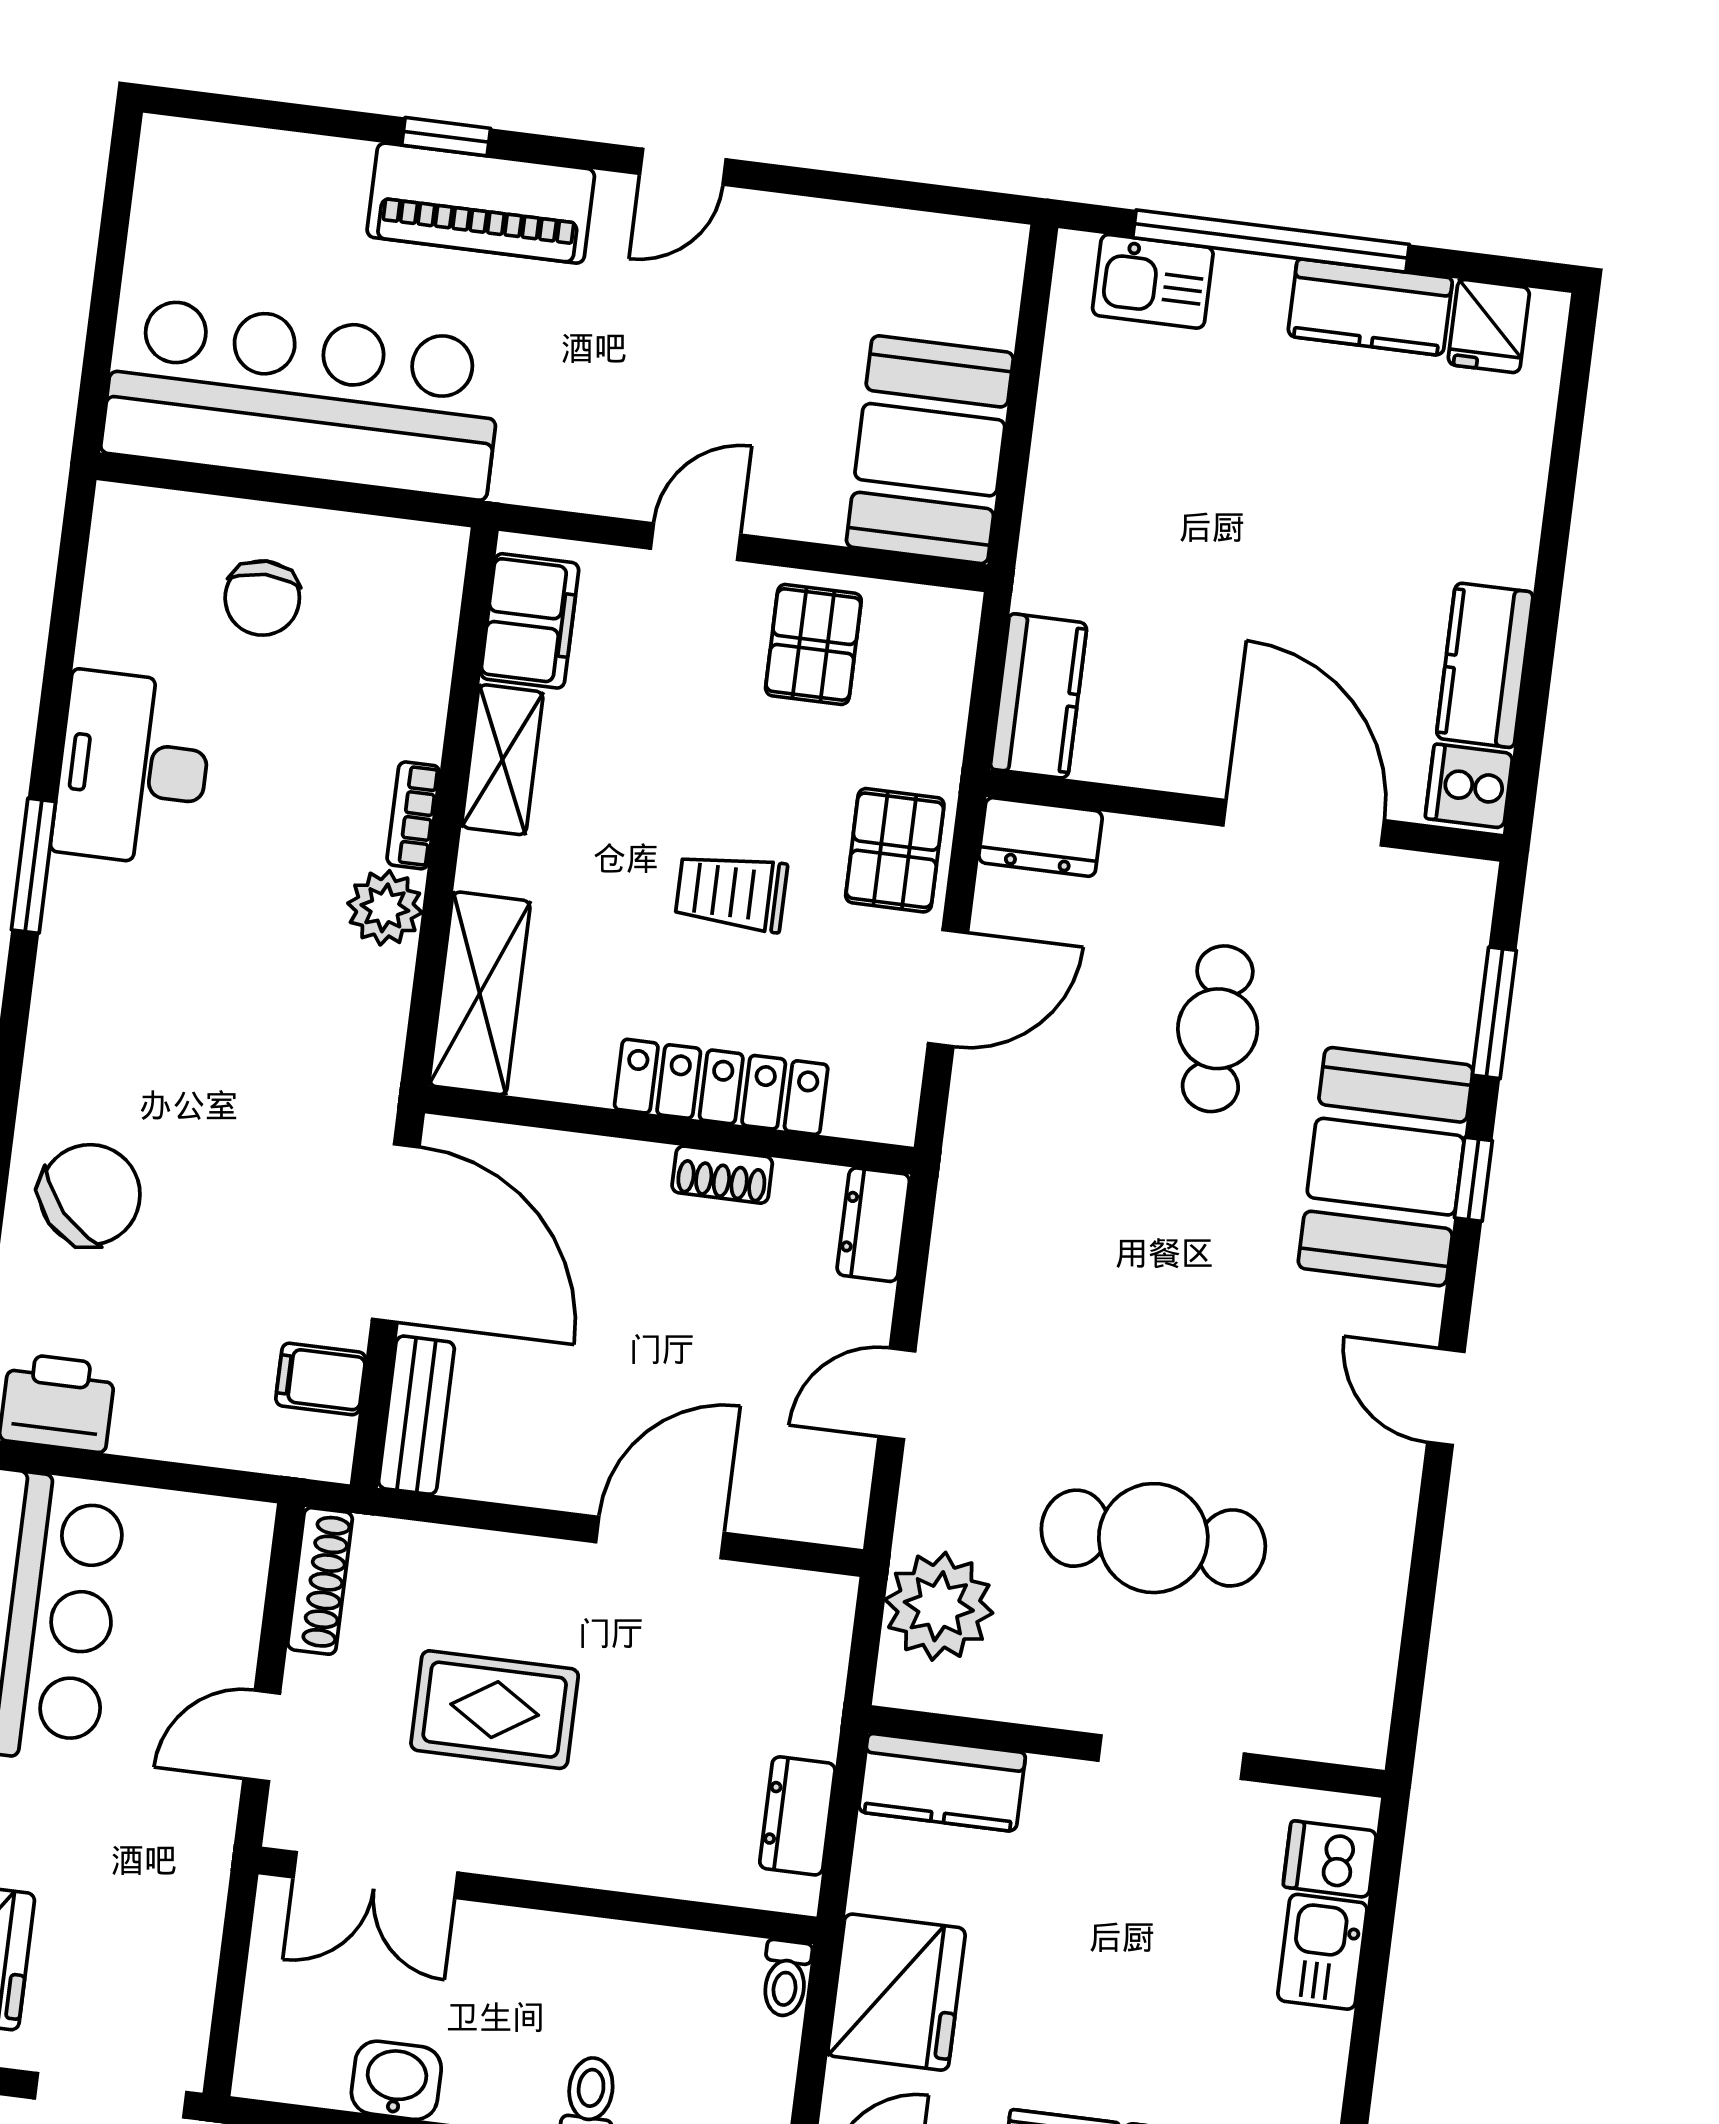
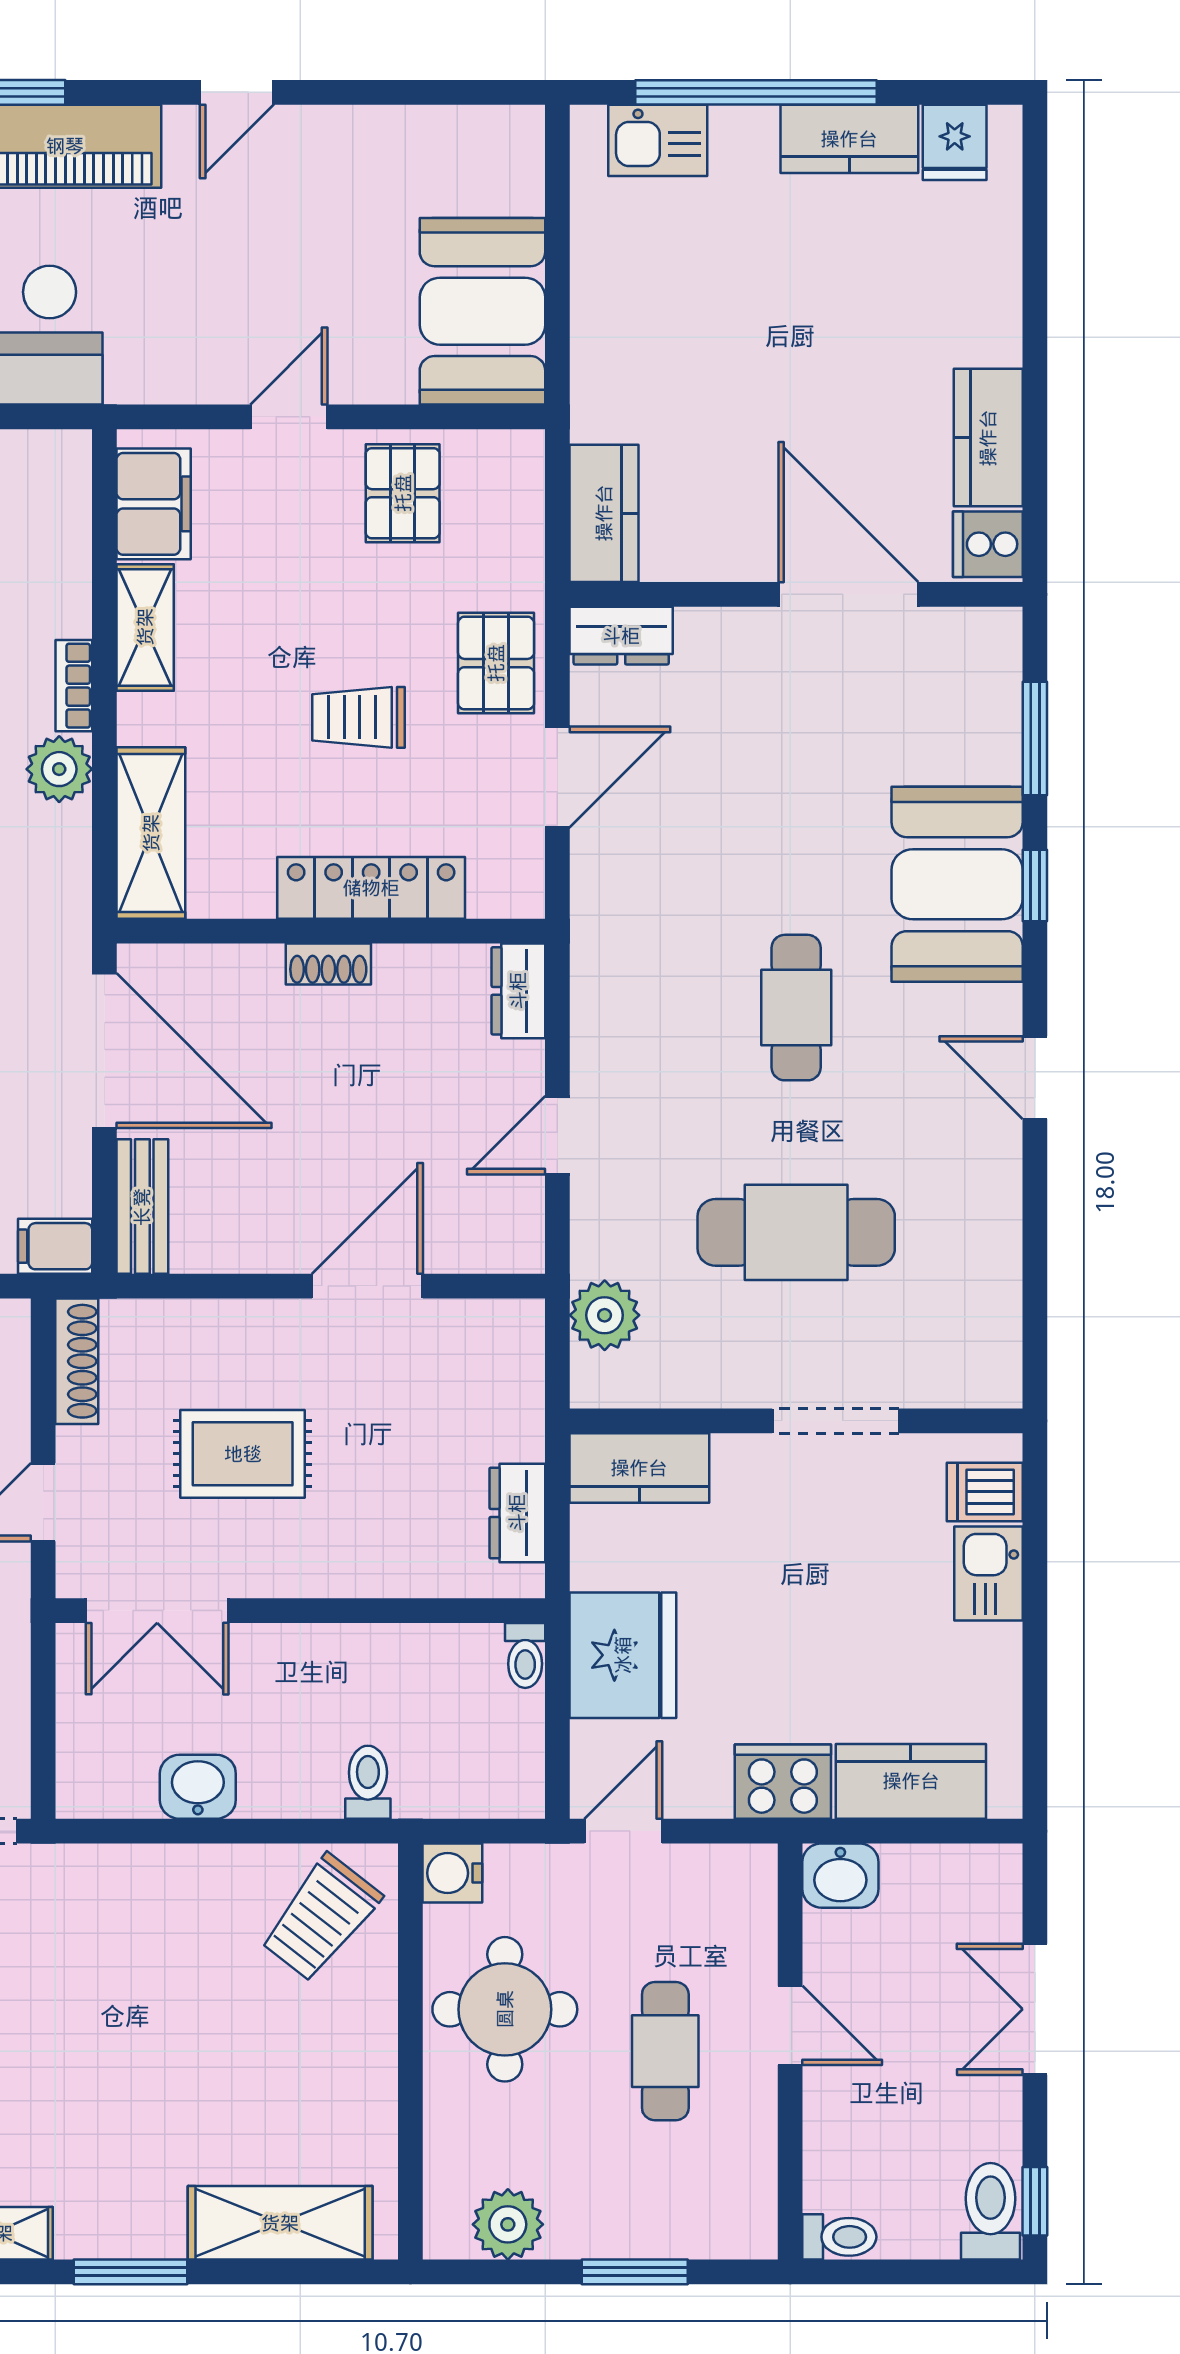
cafe table: (1218, 1029) -> (796, 1008), moved
shoe rack: (722, 1175) -> (328, 964), moved
filing cabinet: (321, 1379) -> (55, 1246), moved
plant: (939, 1606) -> (605, 1315), width x0.73, depth x0.73

